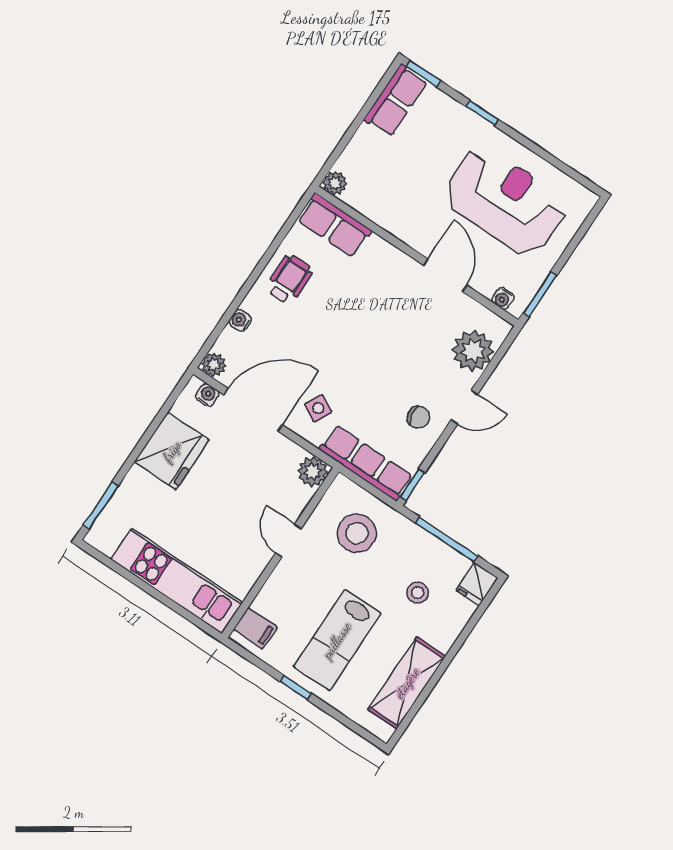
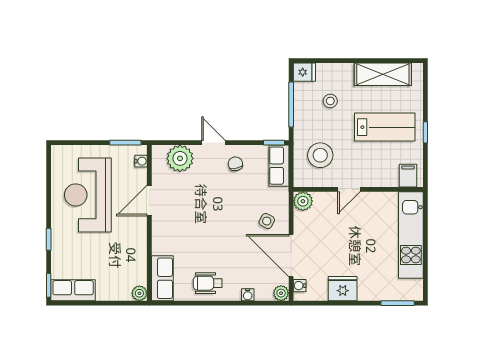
fridge: (172, 451) -> (343, 289), width x0.73, depth x0.75
row of seats: (366, 463) -> (279, 166), width x0.68

